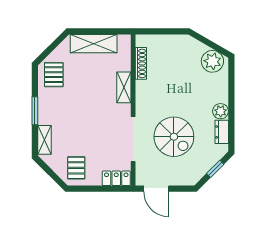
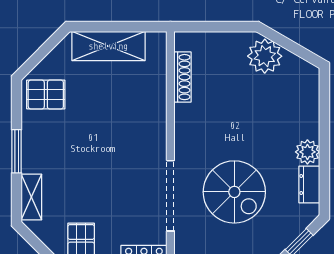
plant: (212, 61) -> (265, 56), moved
pallet: (54, 75) -> (46, 95), turned 90
shelving: (124, 87) -> (156, 114), removed

